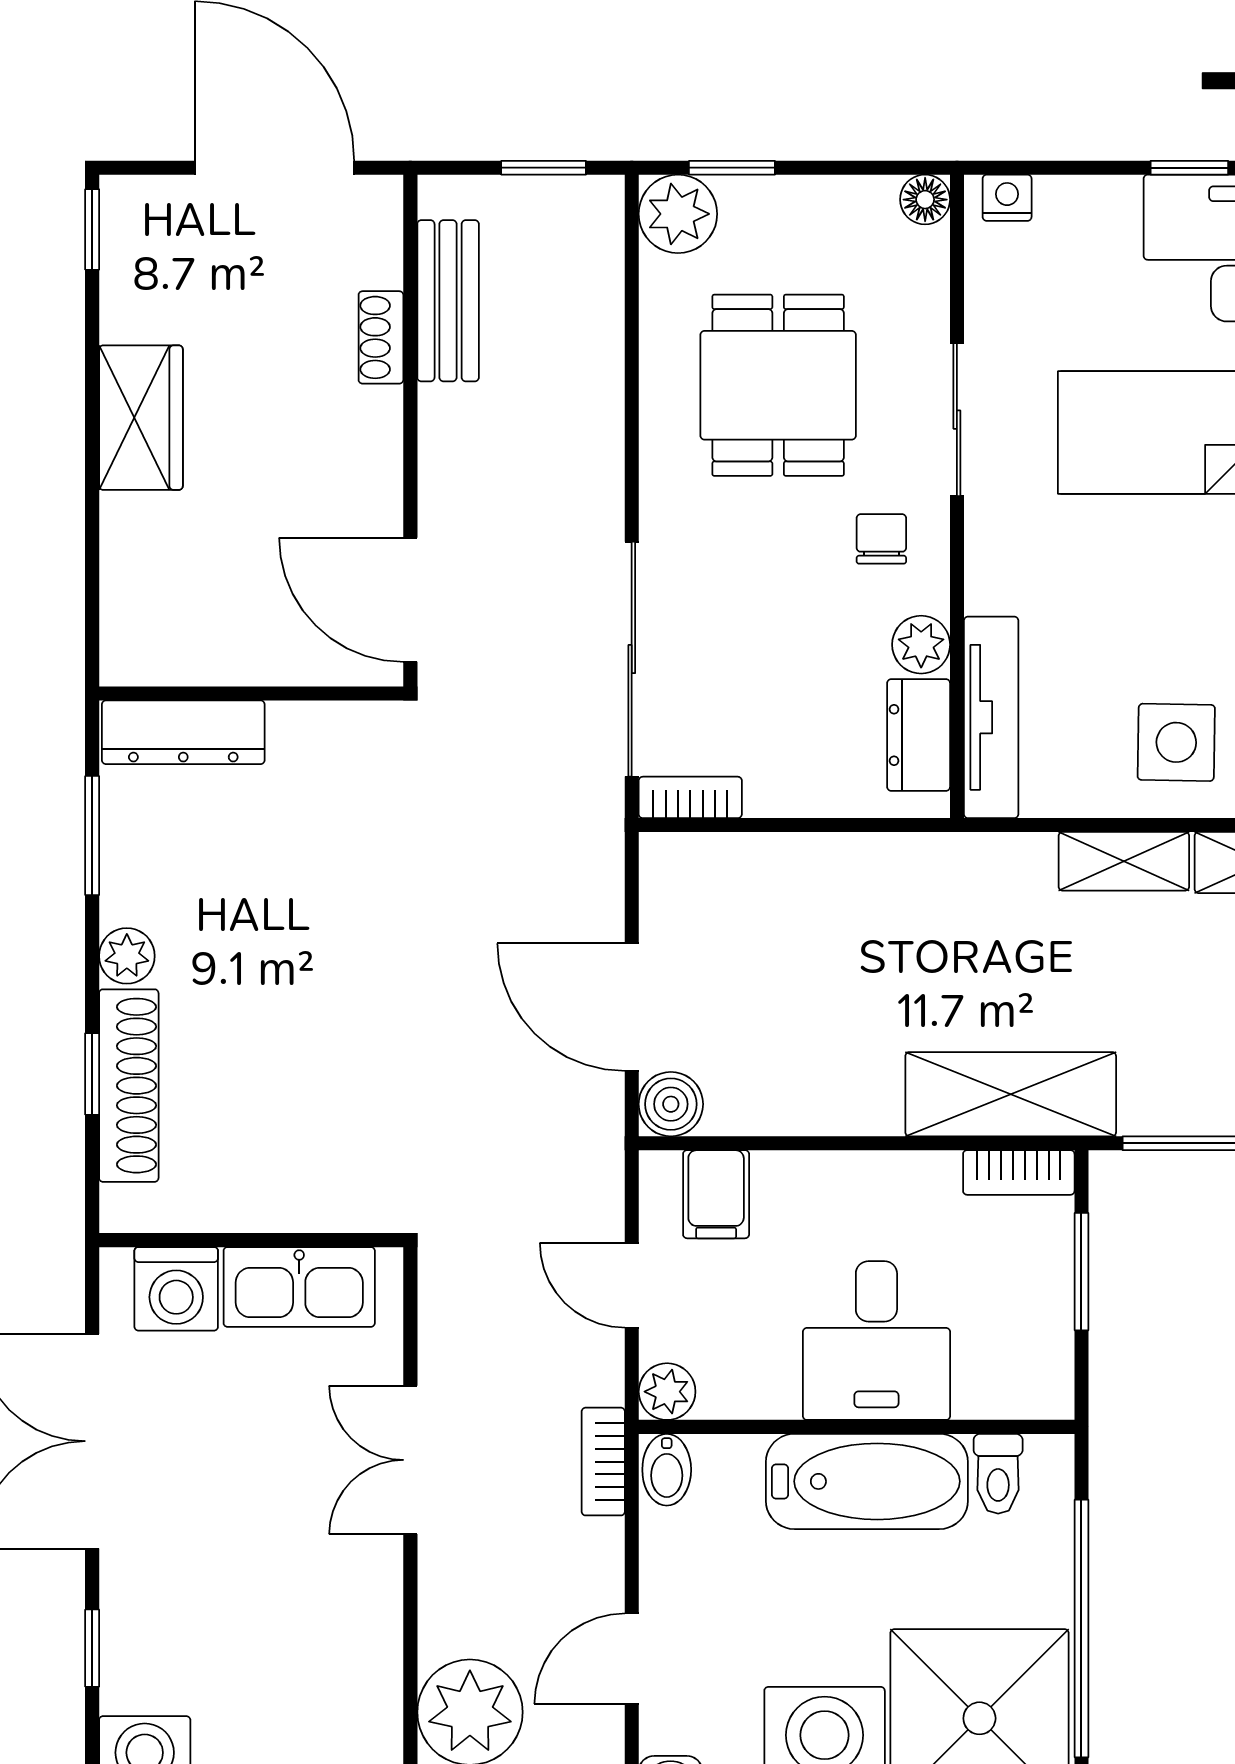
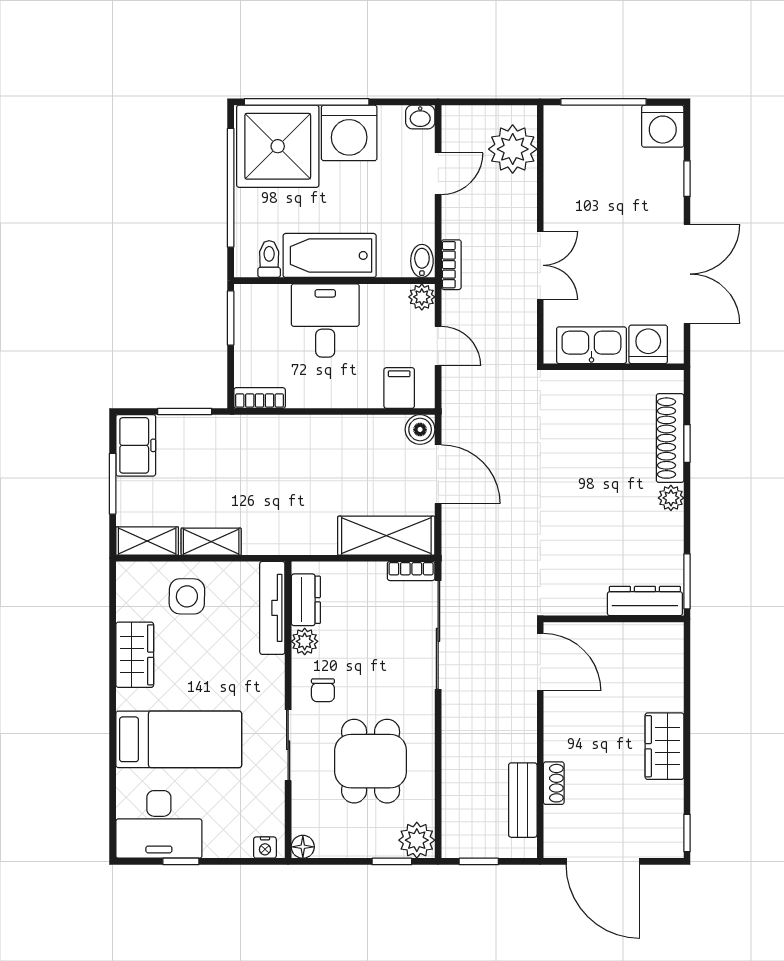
window: (92, 836) -> (687, 581), moved
shelving: (1011, 1094) -> (386, 536), moved
window: (1081, 1272) -> (231, 318), moved

